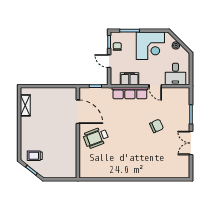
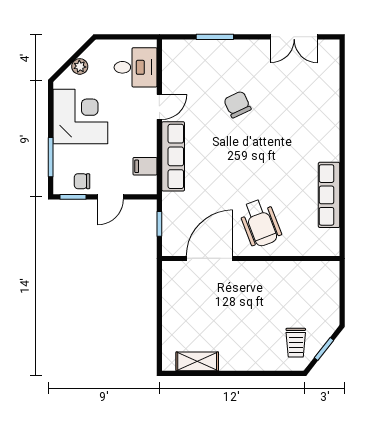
filing cabinet: (129, 79) -> (145, 166), width x0.50
double door: (191, 143) -> (294, 37), moved
row of seats: (110, 173) -> (329, 195), added

